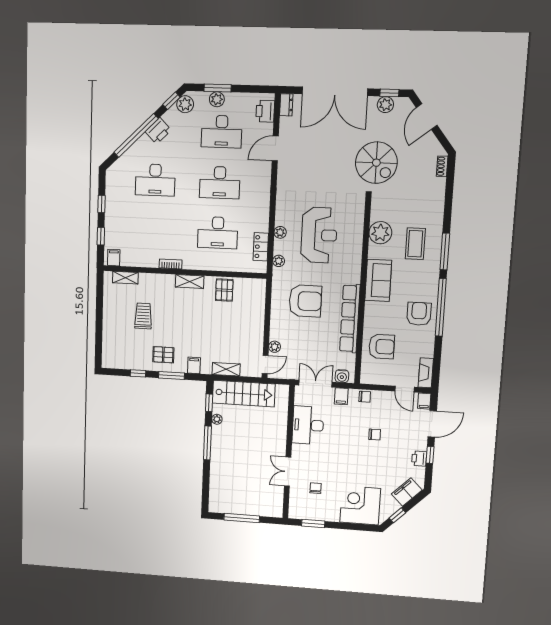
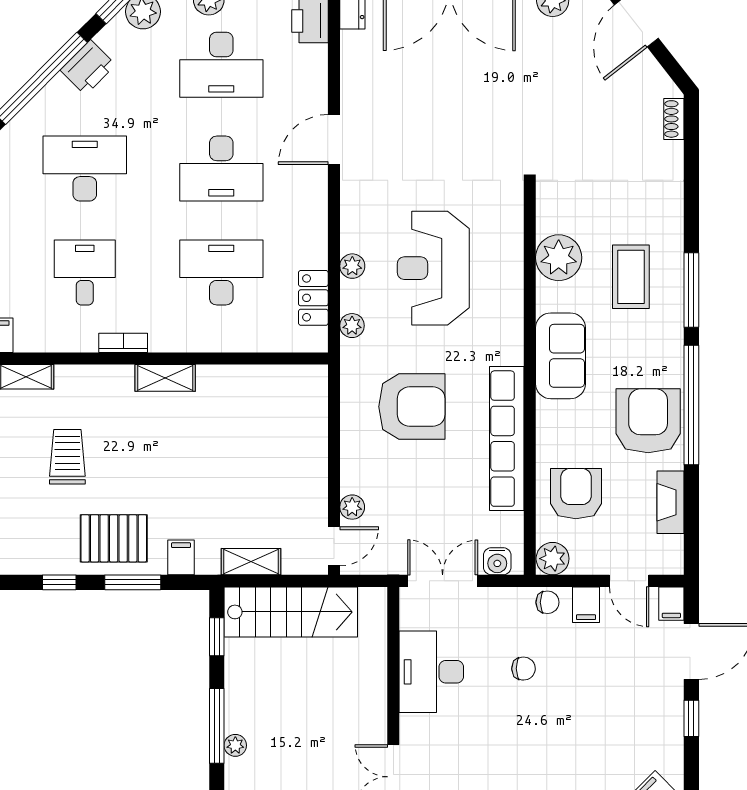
door: (275, 148) -> (334, 140), moved
spiral stairs: (376, 163) -> (542, 116), removed
desk: (155, 180) -> (85, 169), turned 180
desk: (154, 230) -> (85, 272), added
desk: (218, 233) -> (221, 272), turned 180
reception desk: (319, 235) -> (433, 268), turned 180
pallet: (224, 290) -> (240, 392), removed
armchair: (419, 314) -> (648, 421), width x1.36, depth x1.36
armchair: (382, 347) -> (576, 494), turned -90
pallet: (163, 355) -> (114, 538), width x1.50, depth x1.42
fireplace: (426, 373) -> (671, 502), moved
plant: (368, 376) -> (553, 559), added
filing cabinet: (341, 396) -> (586, 605), moved
plant: (217, 419) -> (235, 745), moved
chair: (375, 434) -> (524, 669), moved
printer: (419, 458) -> (669, 728), removed

